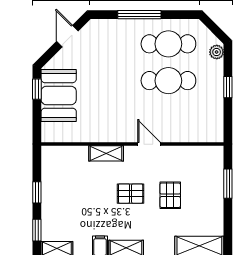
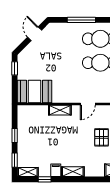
booth: (59, 95) -> (34, 91), moved, turned 90
door: (149, 144) -> (88, 104), swing flipped
pallet: (131, 194) -> (76, 136), removed

